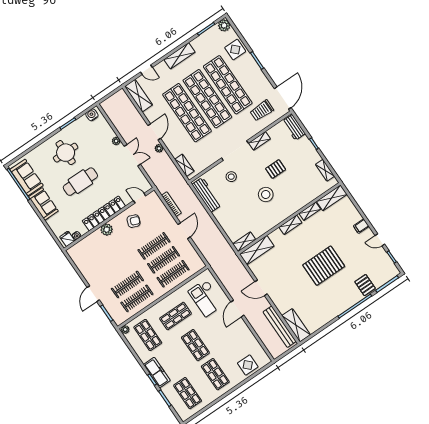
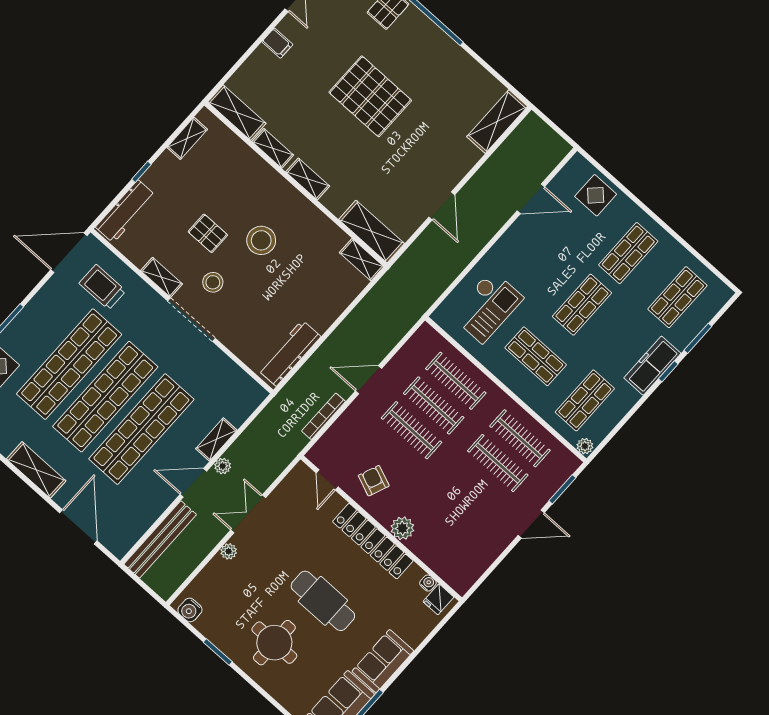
door: (146, 70) -> (78, 527), width x1.88
shelving: (139, 96) -> (131, 530), removed
trolley: (262, 111) -> (102, 287), turned 180
workbench: (294, 127) -> (126, 211), width x1.38
shelving: (184, 165) -> (216, 439), moved
stool: (231, 177) -> (213, 282), moved
door: (237, 309) -> (531, 199), moved
bench: (280, 327) -> (160, 539), moved

